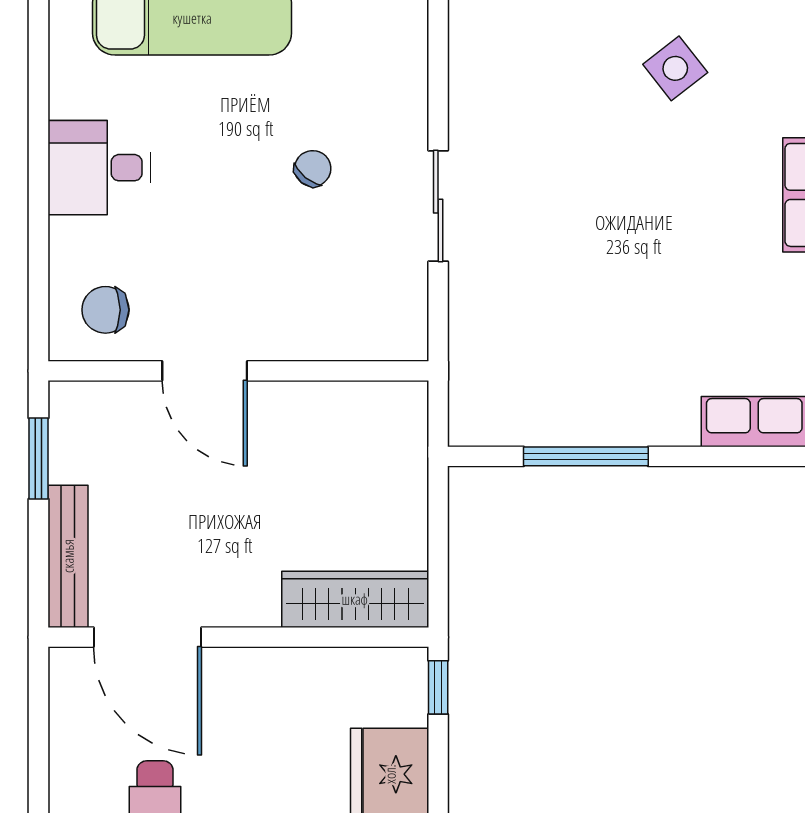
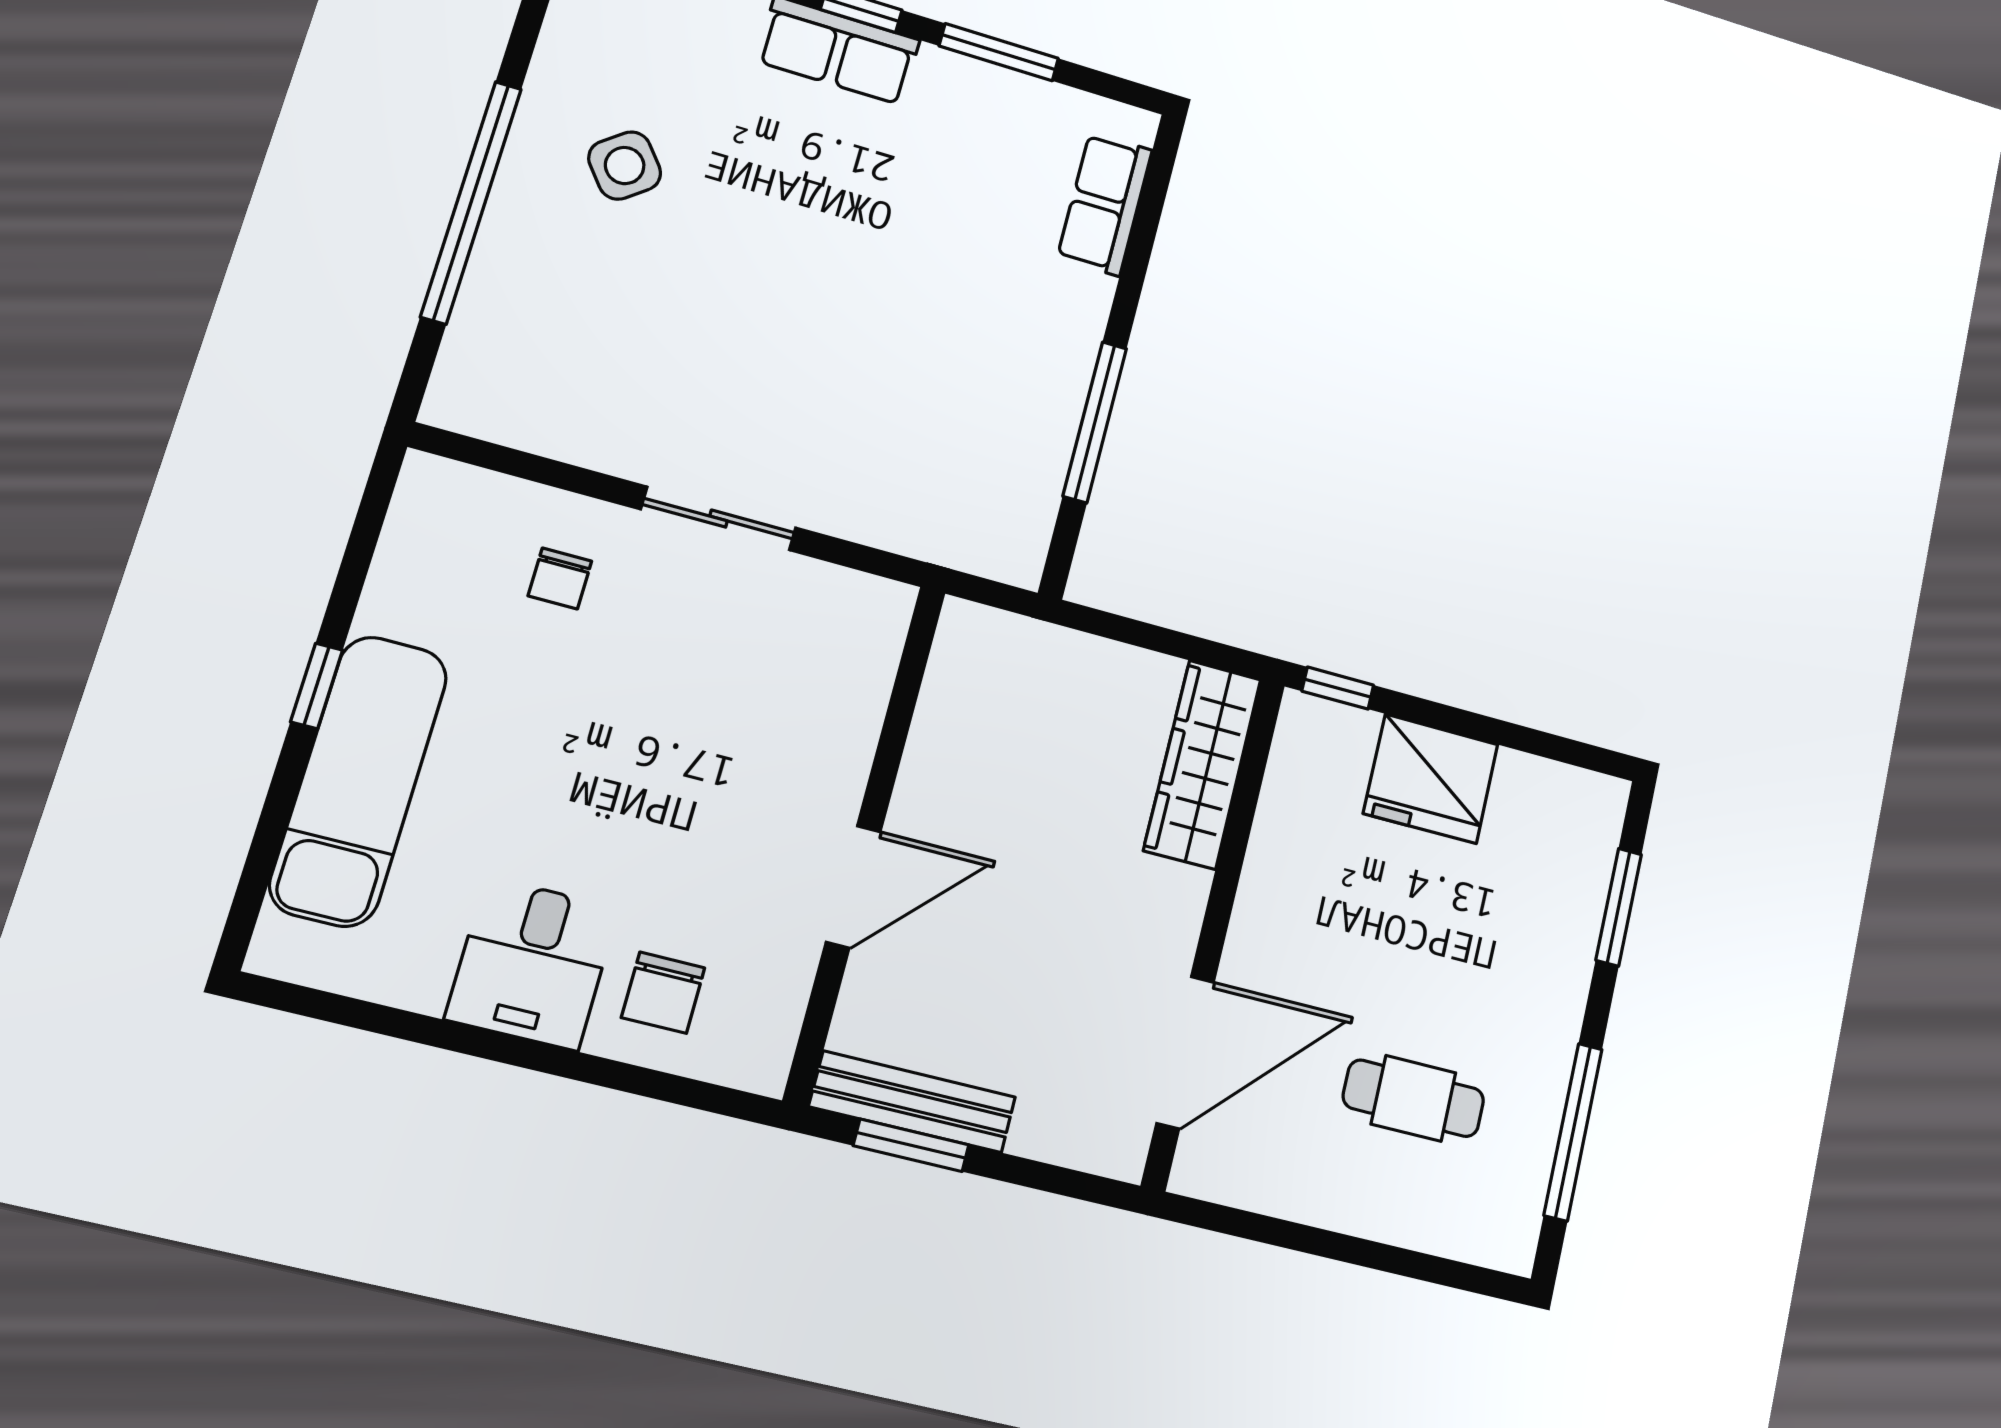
chair: (313, 169) -> (560, 578), moved, turned -129
chair: (105, 310) -> (663, 993), moved
bench: (68, 556) -> (913, 1102), moved

